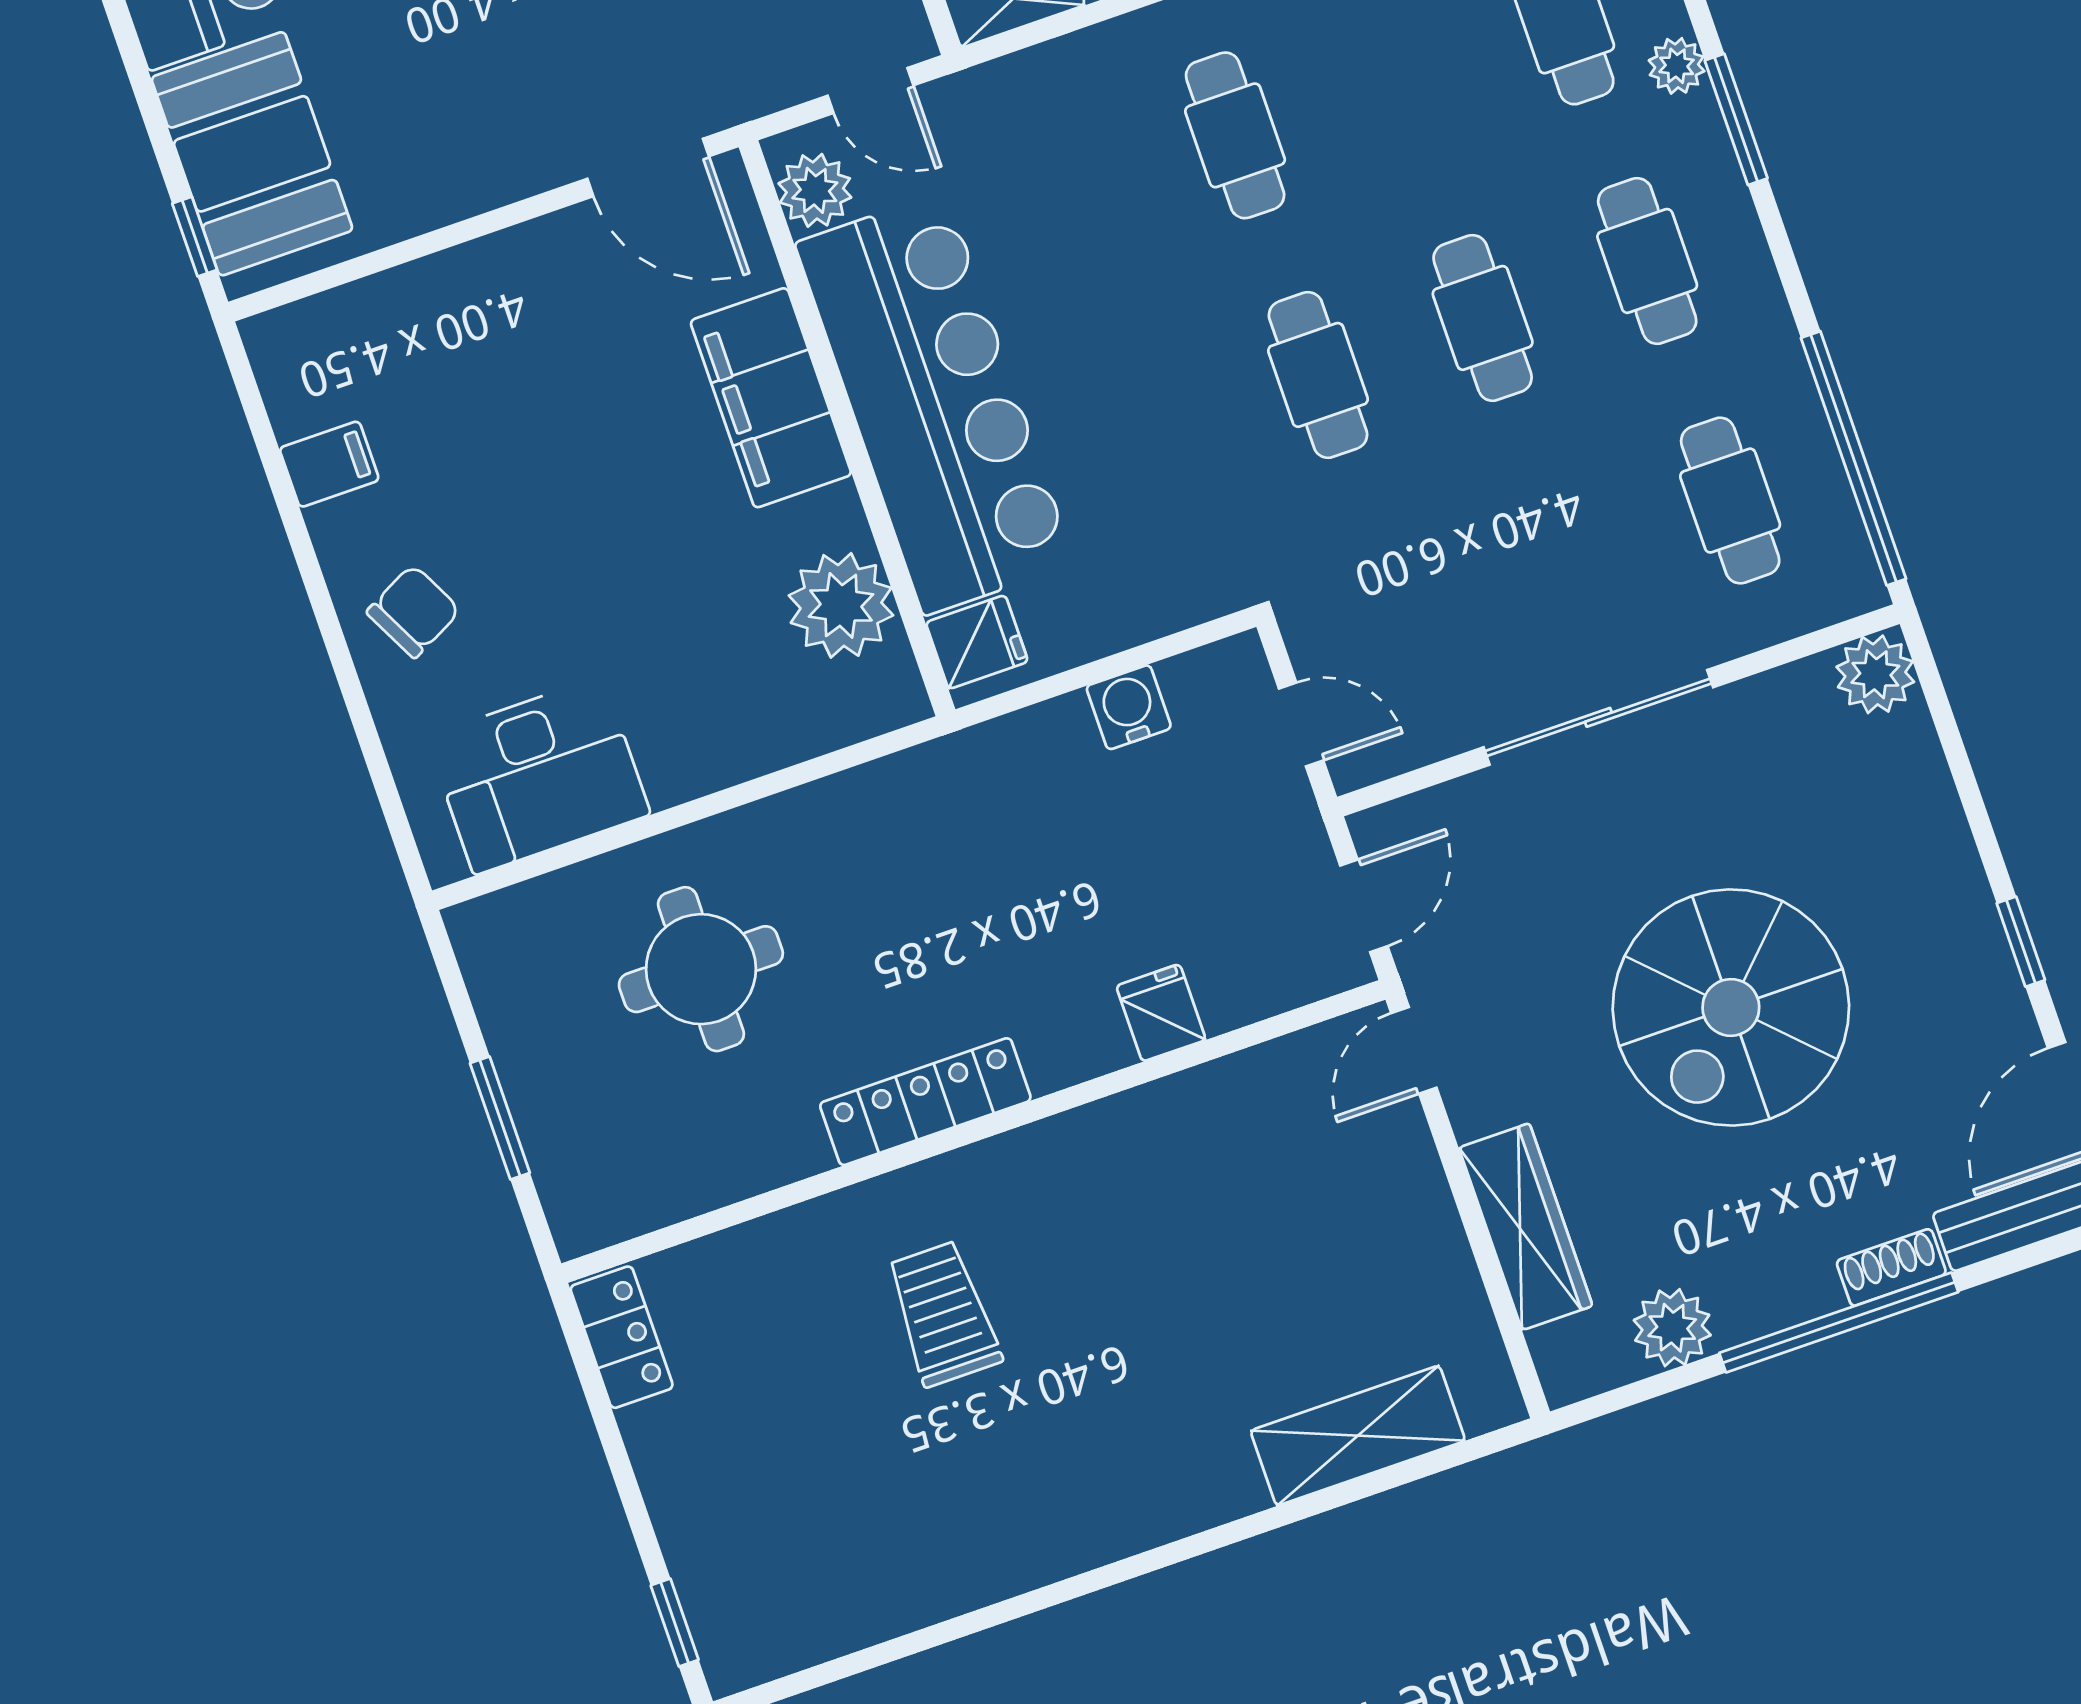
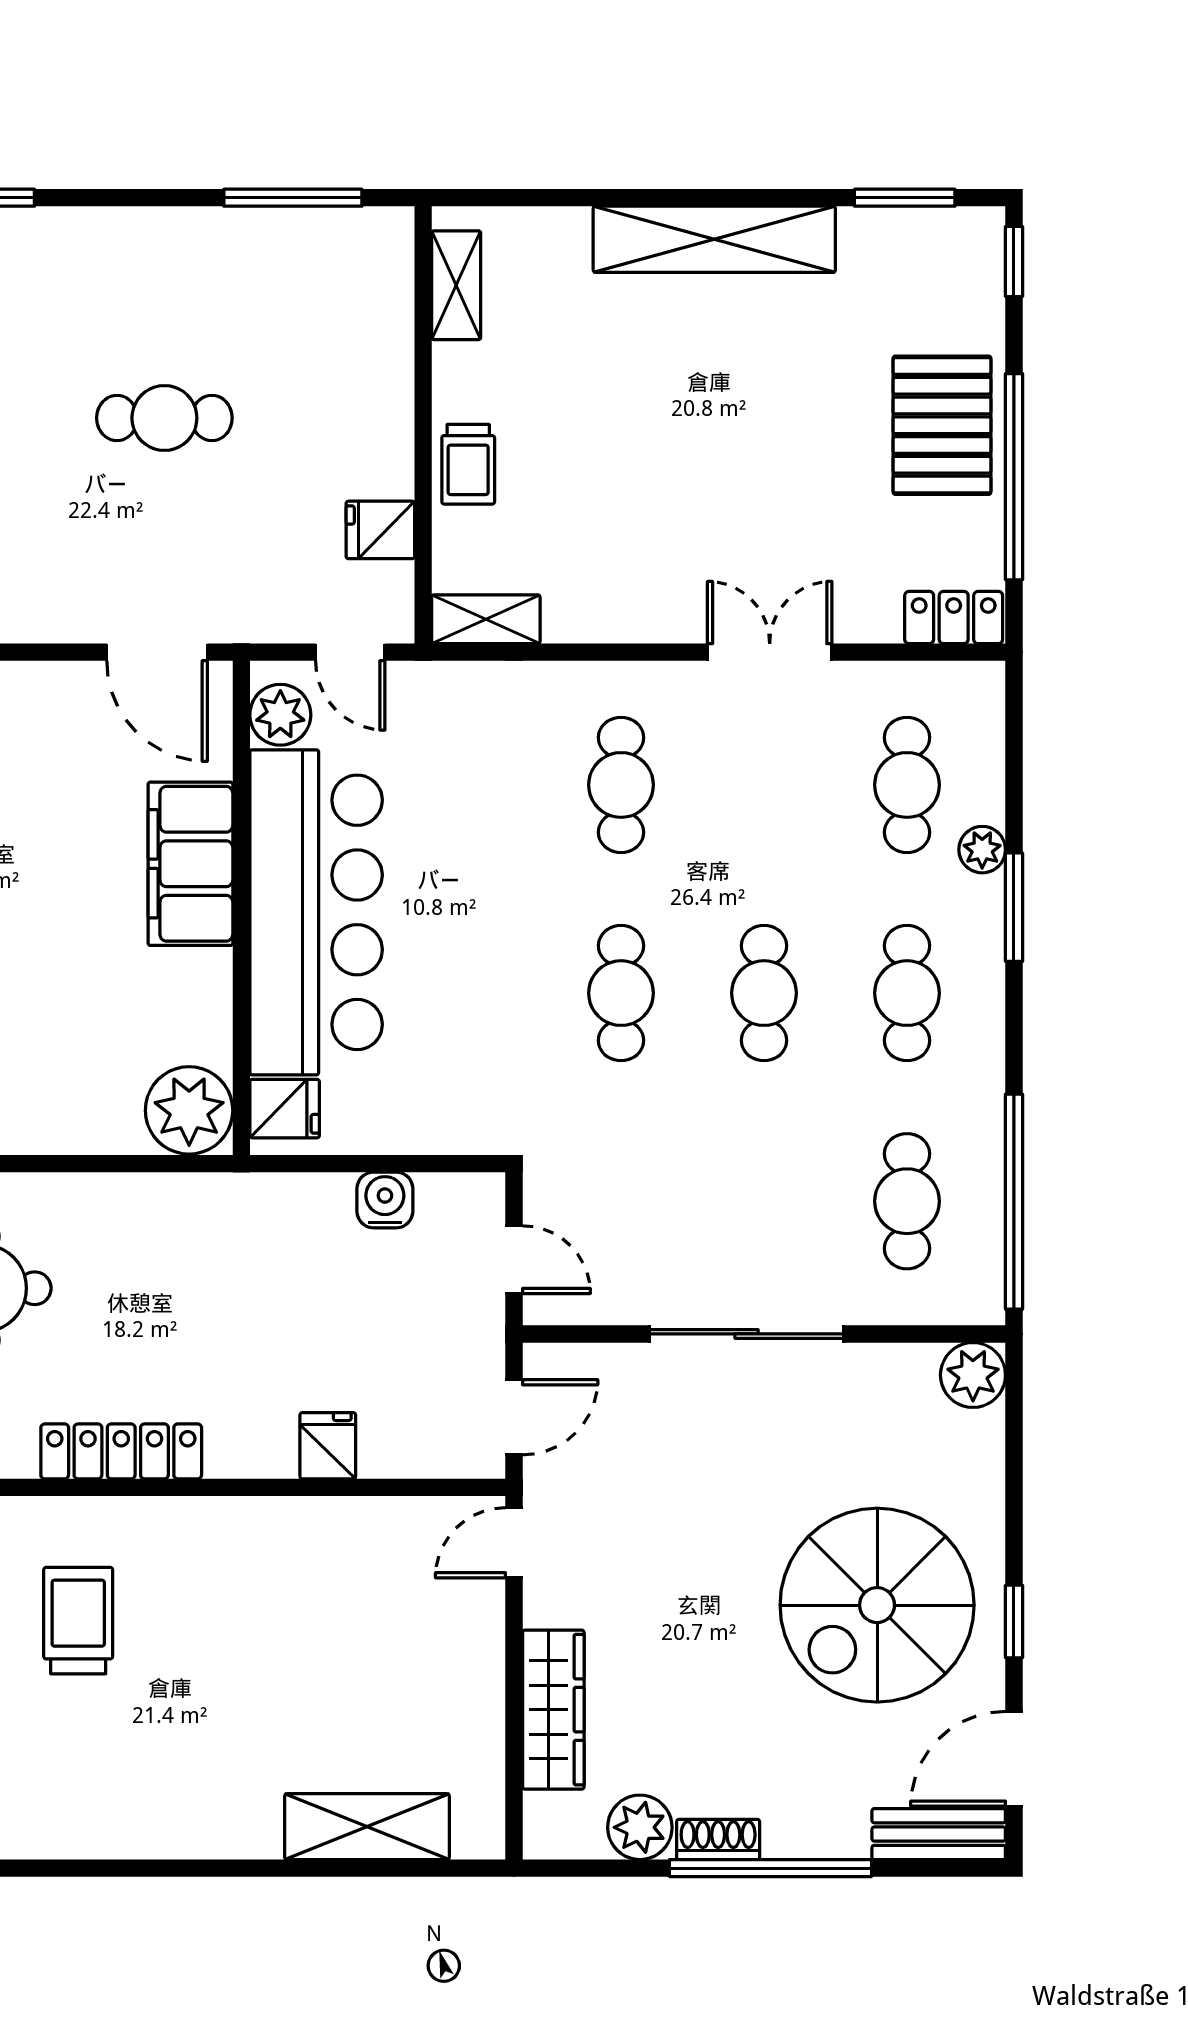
plant: (841, 605) -> (189, 1110), moved
spiral stairs: (1731, 1007) -> (877, 1605), moved
shoe rack: (1891, 1267) -> (718, 1839), moved

